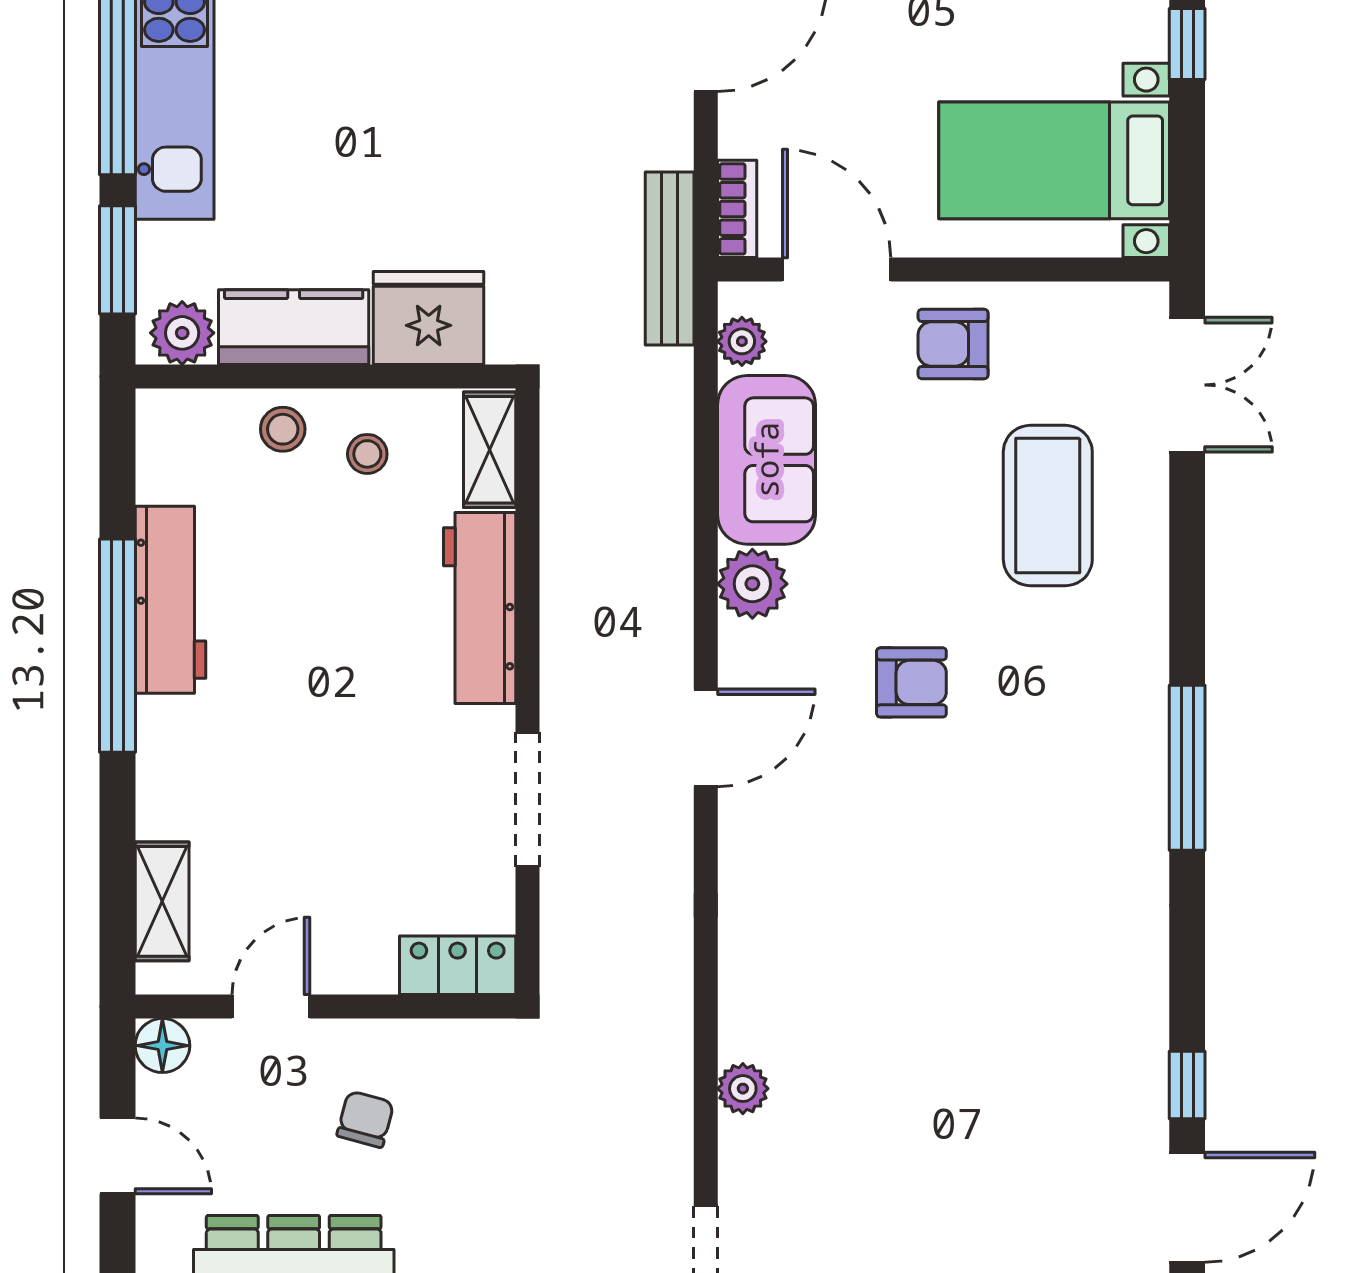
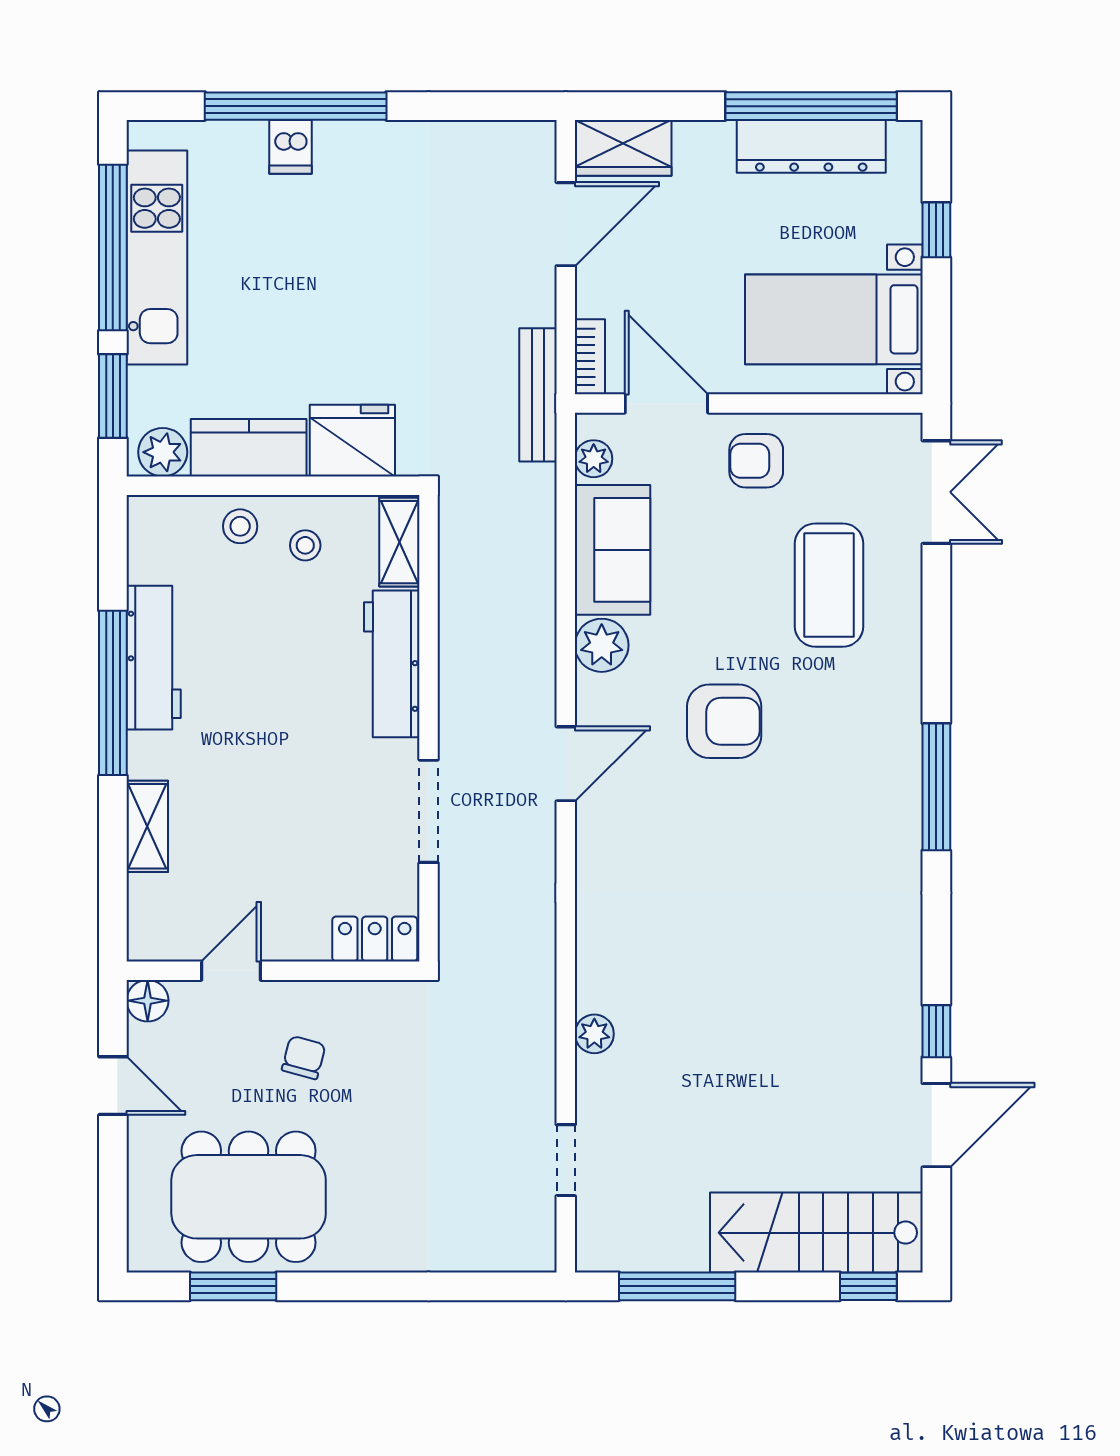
armchair: (911, 682) -> (724, 721), width x1.38, depth x1.38
shelving: (162, 901) -> (147, 826), moved

